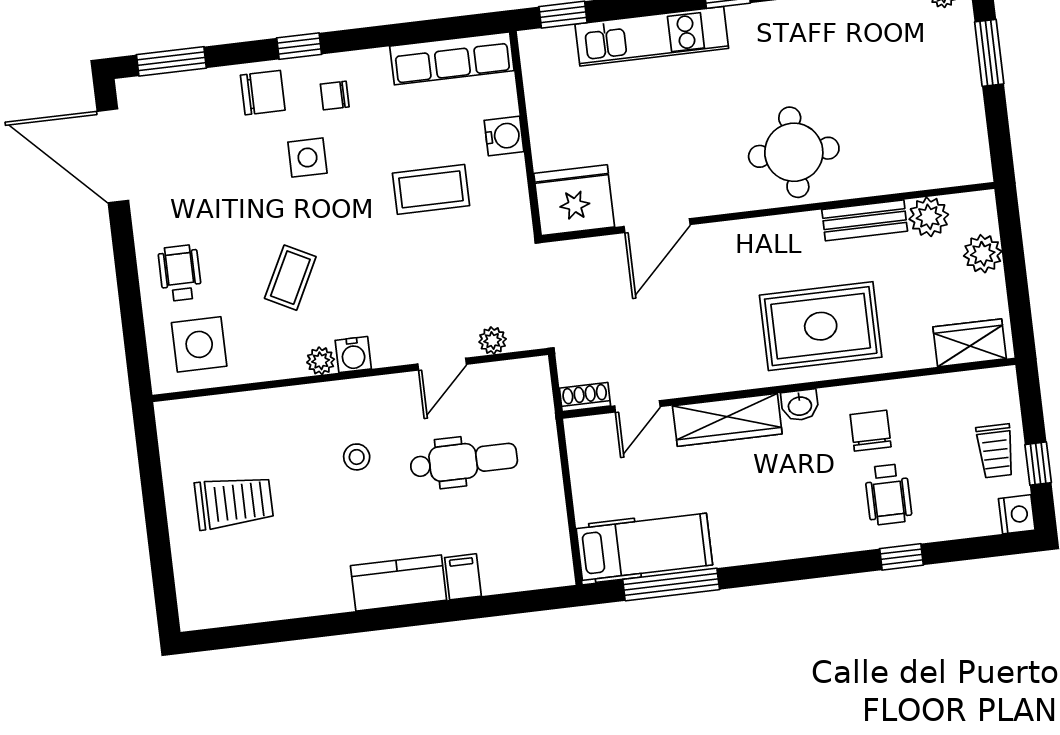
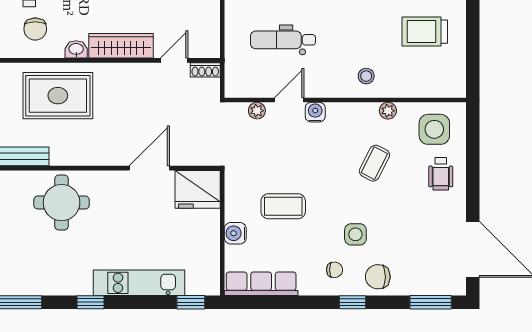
water cooler: (353, 355) -> (315, 112), moved
plant: (321, 361) -> (388, 111), moved
stool: (357, 457) -> (366, 76), moved

